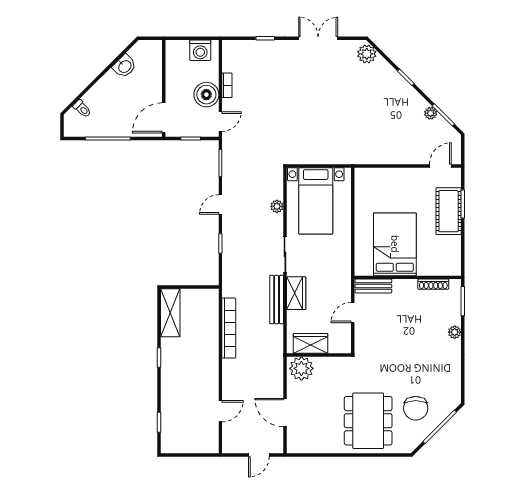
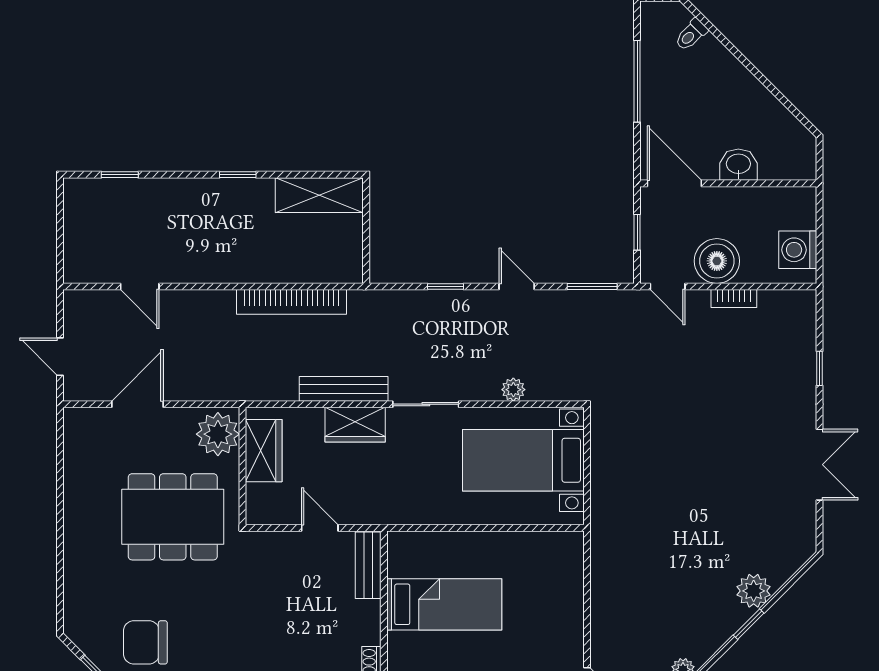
plant: (367, 54) -> (754, 591), moved
washbasin: (124, 66) -> (738, 165), moved, turned 135
bed: (395, 244) -> (444, 604), width x0.67
dining table: (368, 421) -> (173, 517), moved

